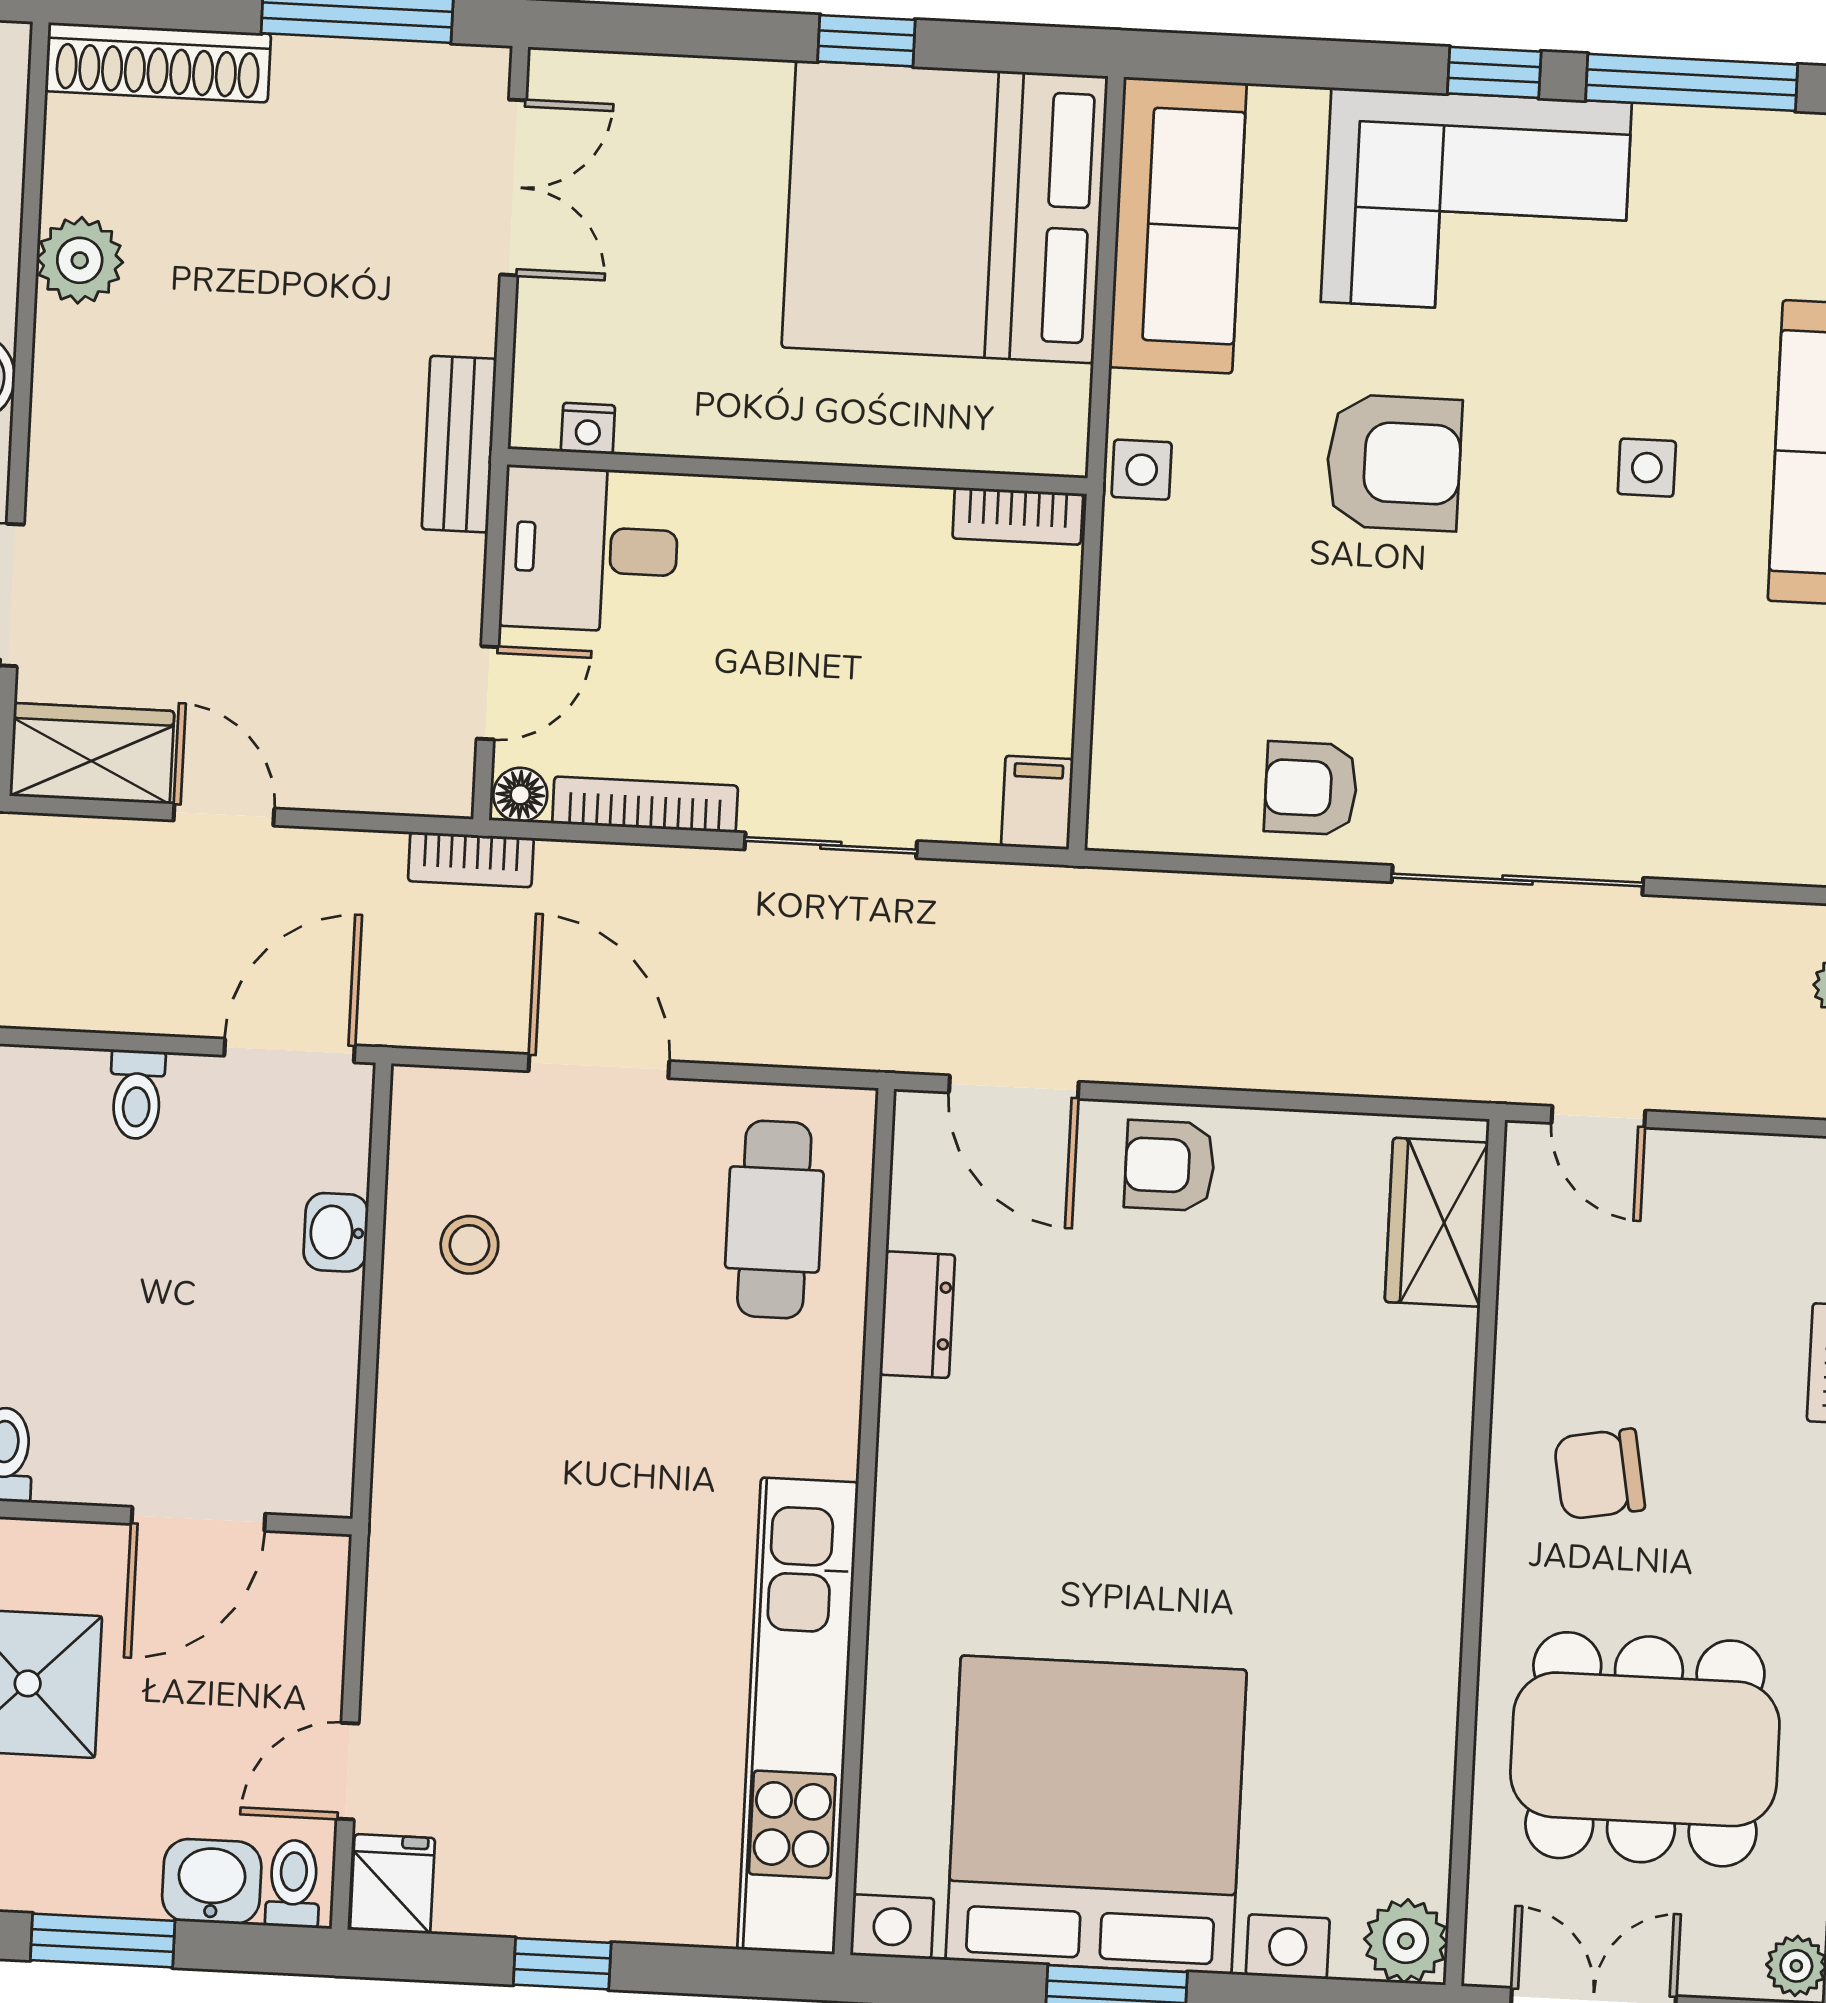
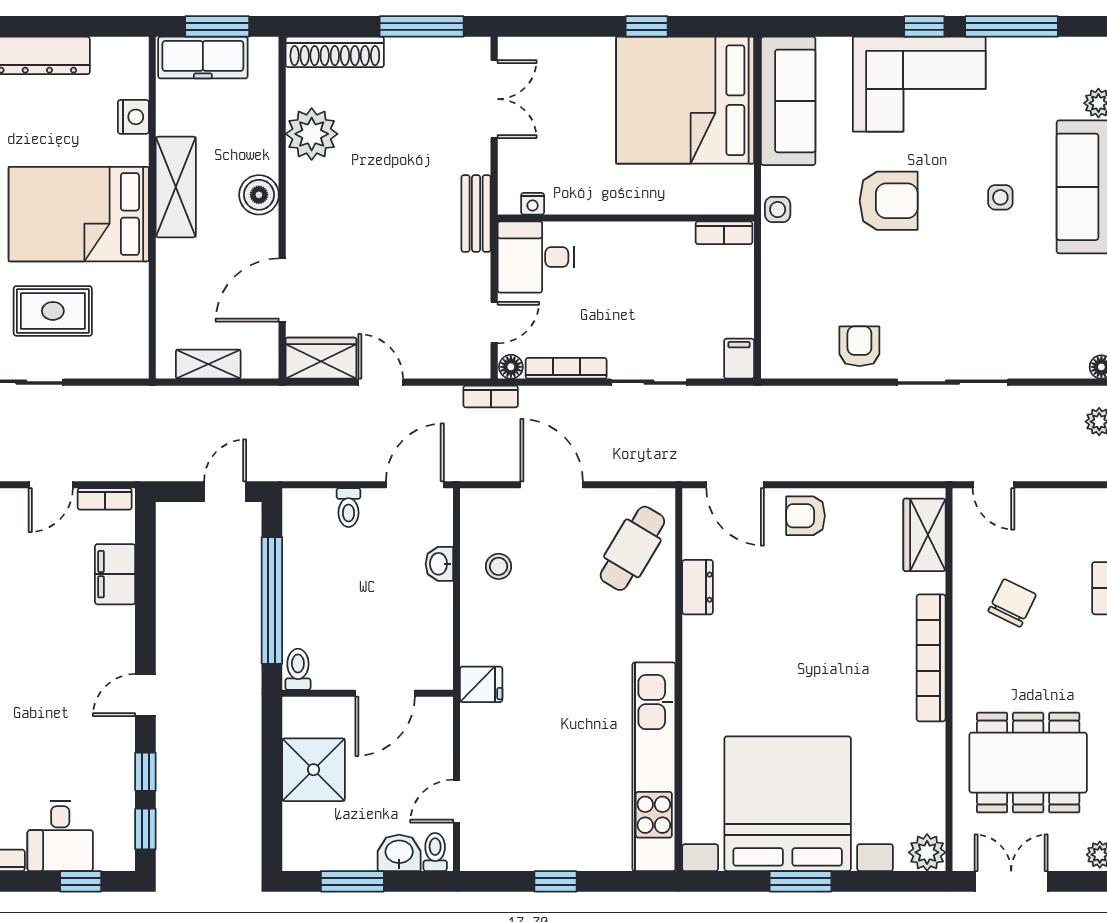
plant: (80, 260) -> (312, 134), width x1.36, depth x1.36
armchair: (1311, 788) -> (859, 346), turned 90
cafe table: (774, 1219) -> (632, 548), turned 31
chair: (1599, 1474) -> (1012, 603), moved, turned 126
bookcase: (1437, 1501) -> (931, 658), added
fridge: (392, 1884) -> (481, 684), moved, turned 90

